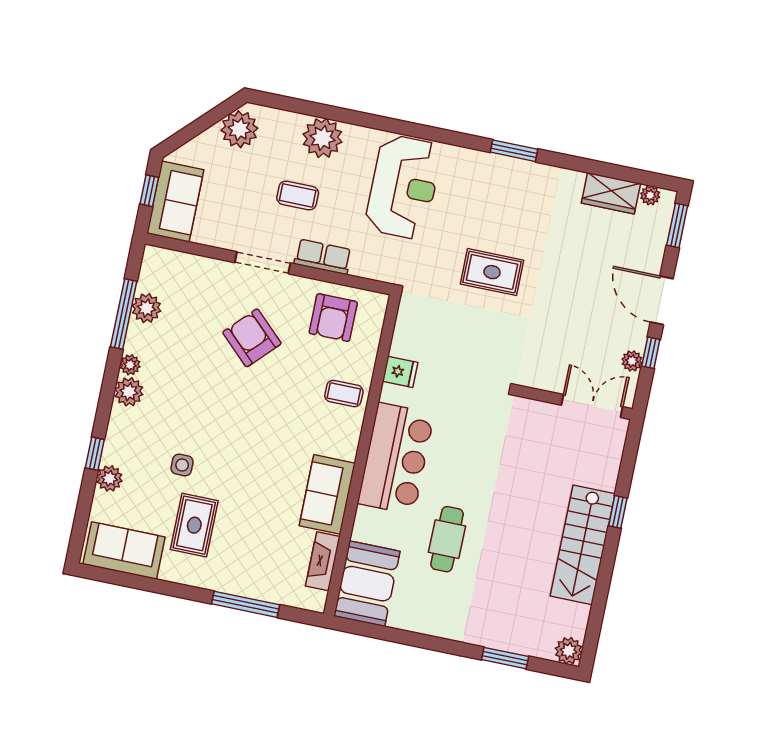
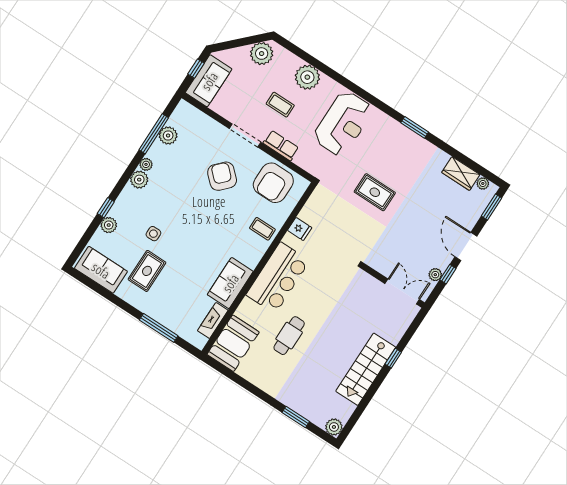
armchair: (333, 318) -> (273, 183), width x1.36, depth x1.36

